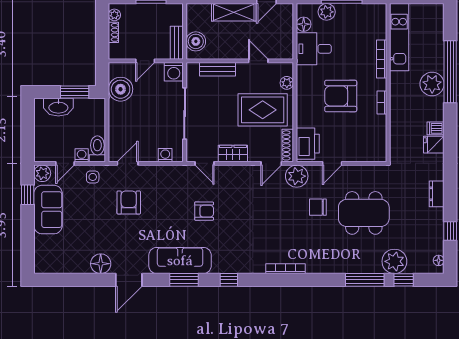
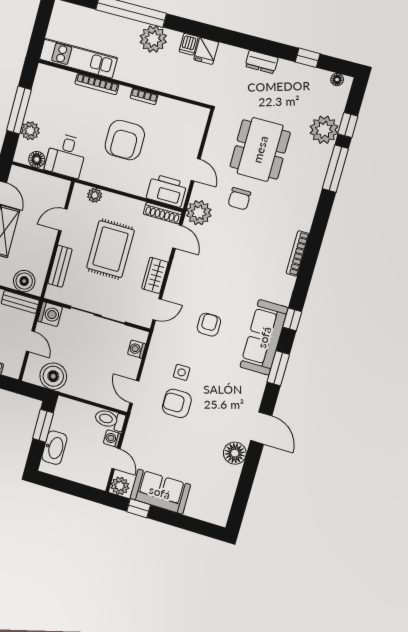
plant: (432, 84) -> (153, 39), moved
rug: (263, 110) -> (110, 249), moved
side table: (93, 177) -> (182, 372), moved
sofa: (180, 261) -> (264, 337), moved

